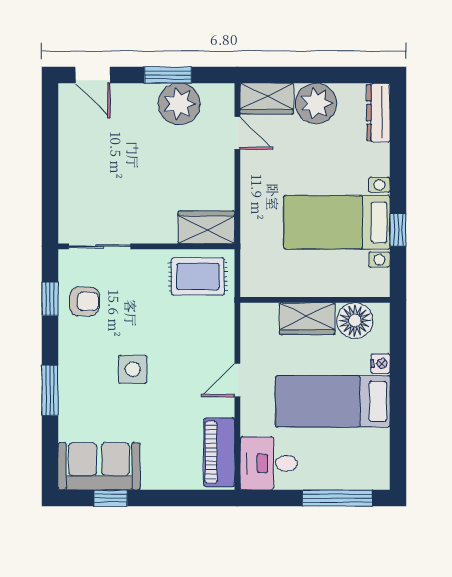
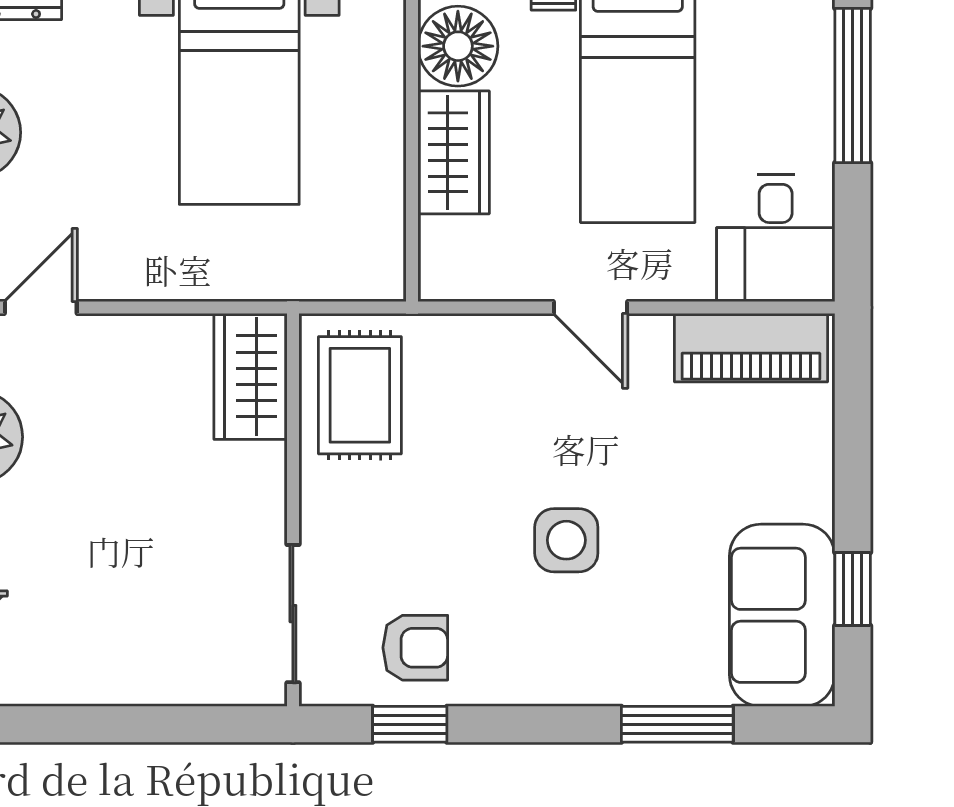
armchair: (84, 301) -> (415, 648), turned 89
window: (50, 390) -> (677, 724), moved

